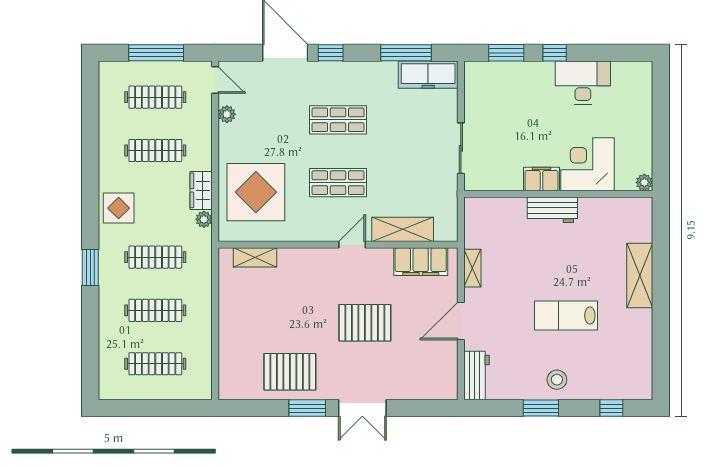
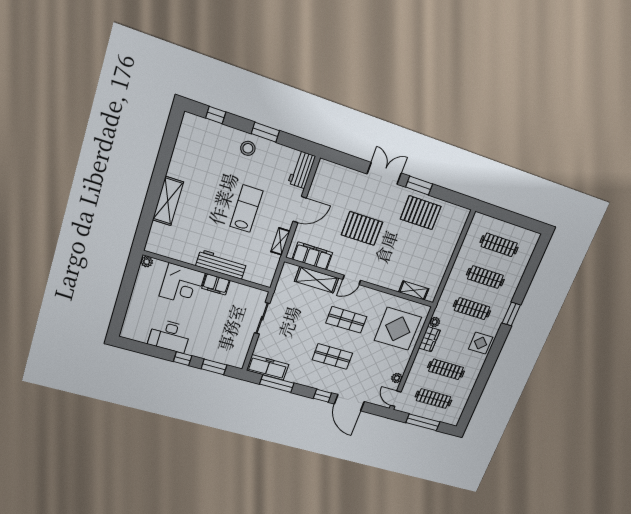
workbench: (552, 210) -> (221, 264), width x1.37
lab bench: (566, 316) -> (246, 209), moved, turned -90

